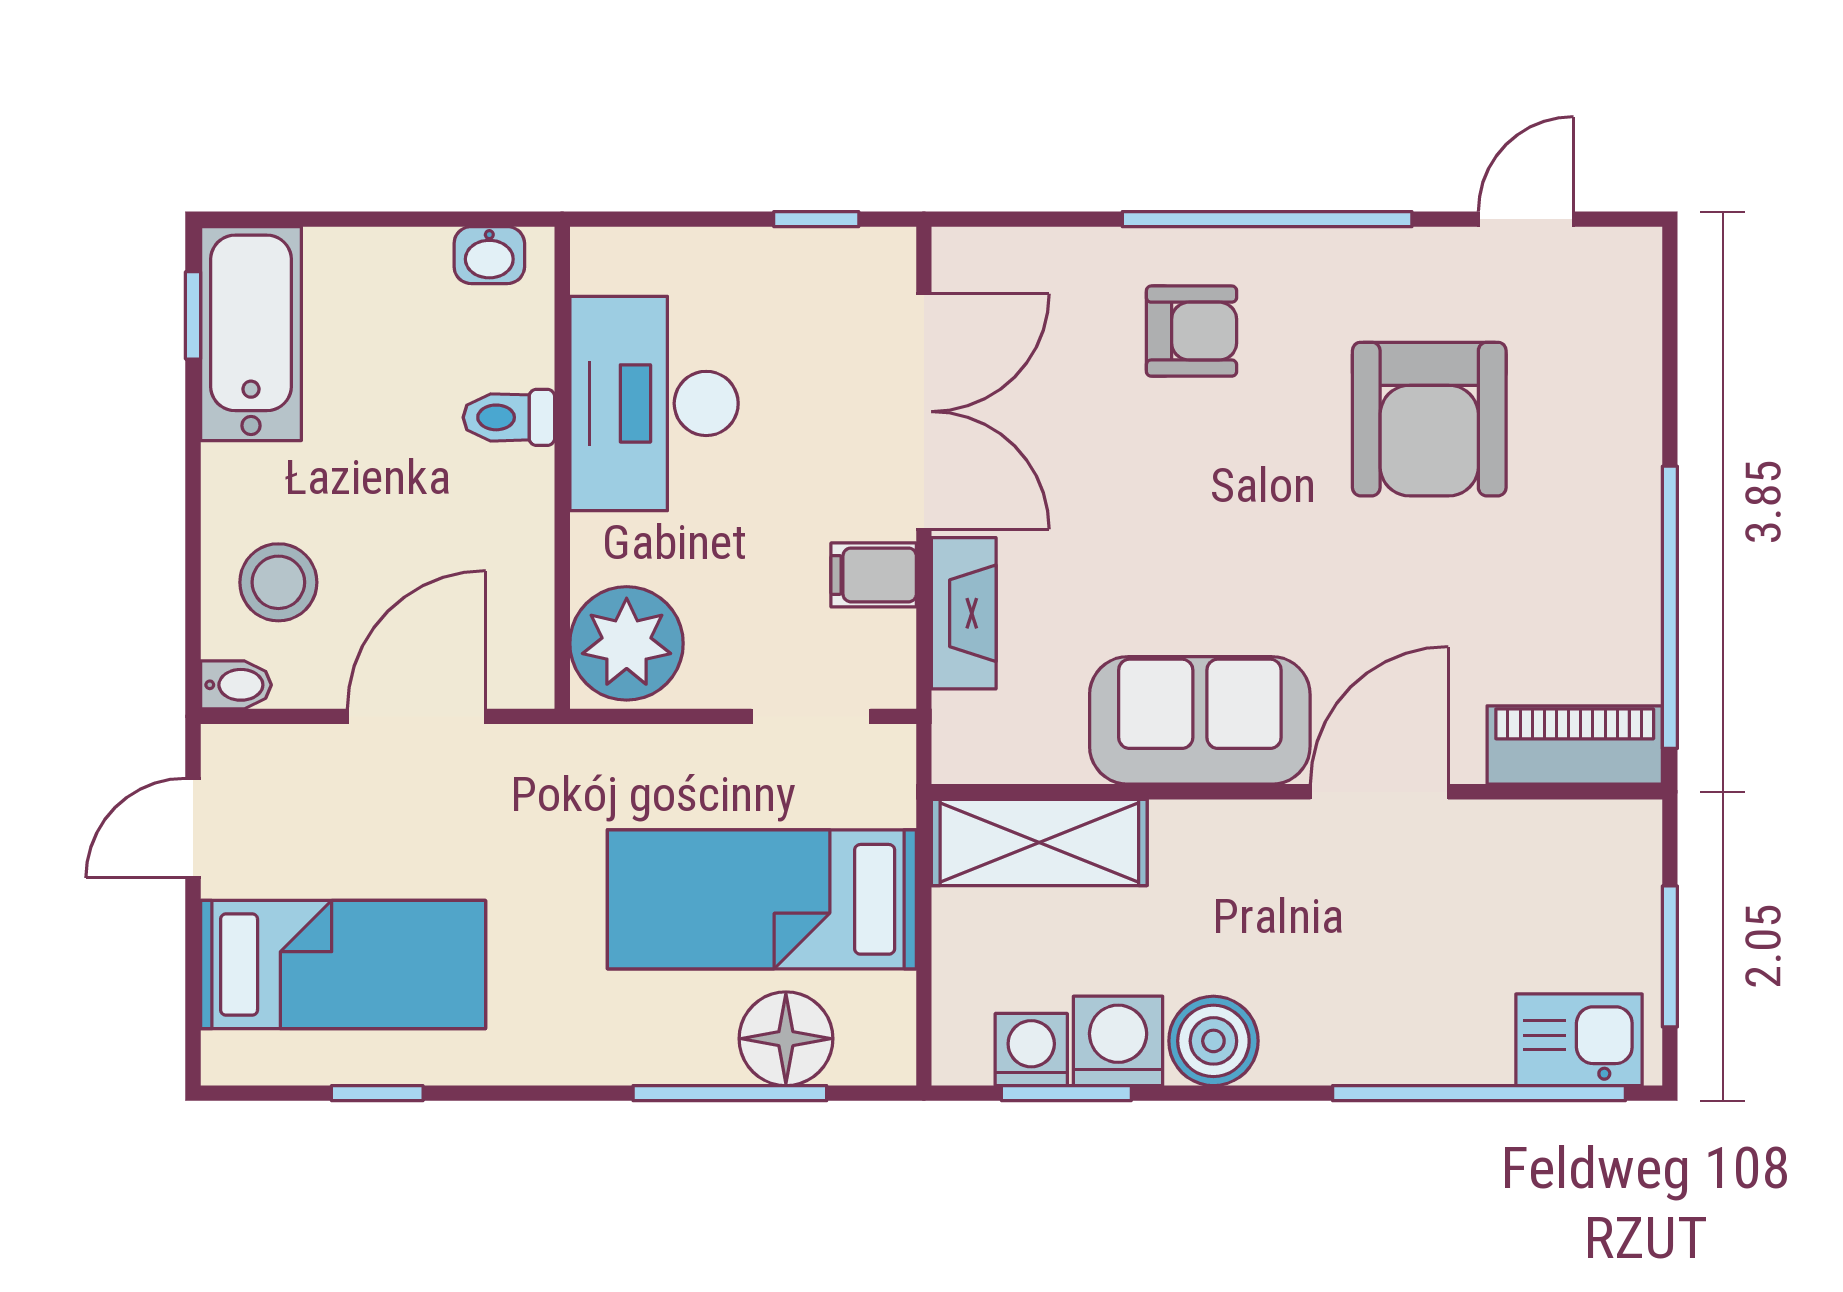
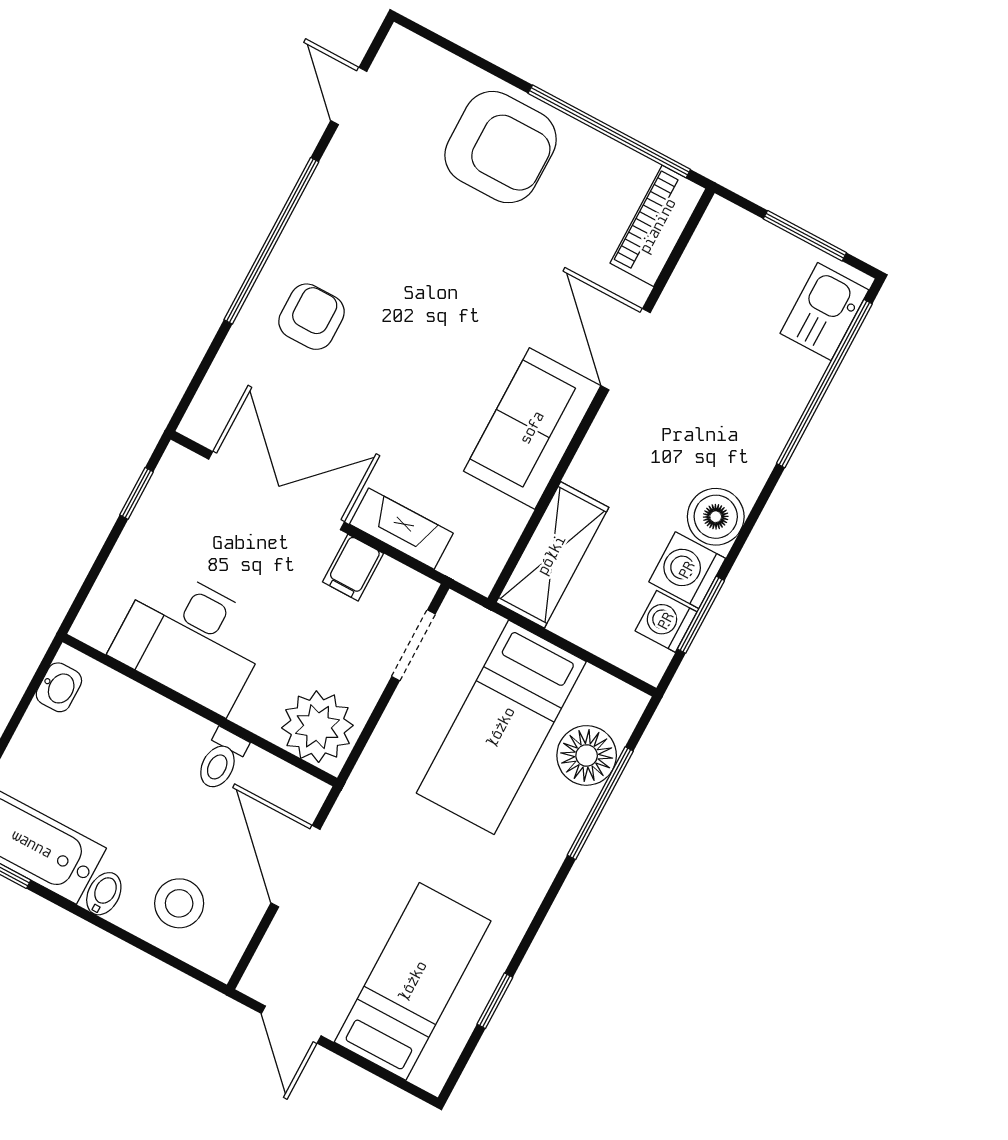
toilet: (509, 417) -> (221, 760), moved
armchair: (1429, 419) -> (501, 147), moved
bidet: (236, 685) -> (104, 894), moved

